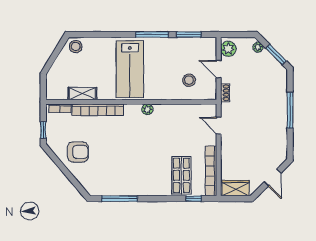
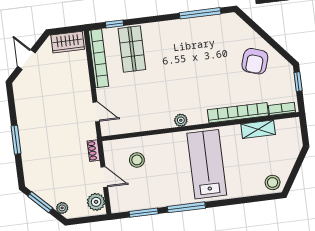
window: (290, 110) -> (16, 140), width x0.69
armchair: (78, 152) -> (255, 61), turned -72

